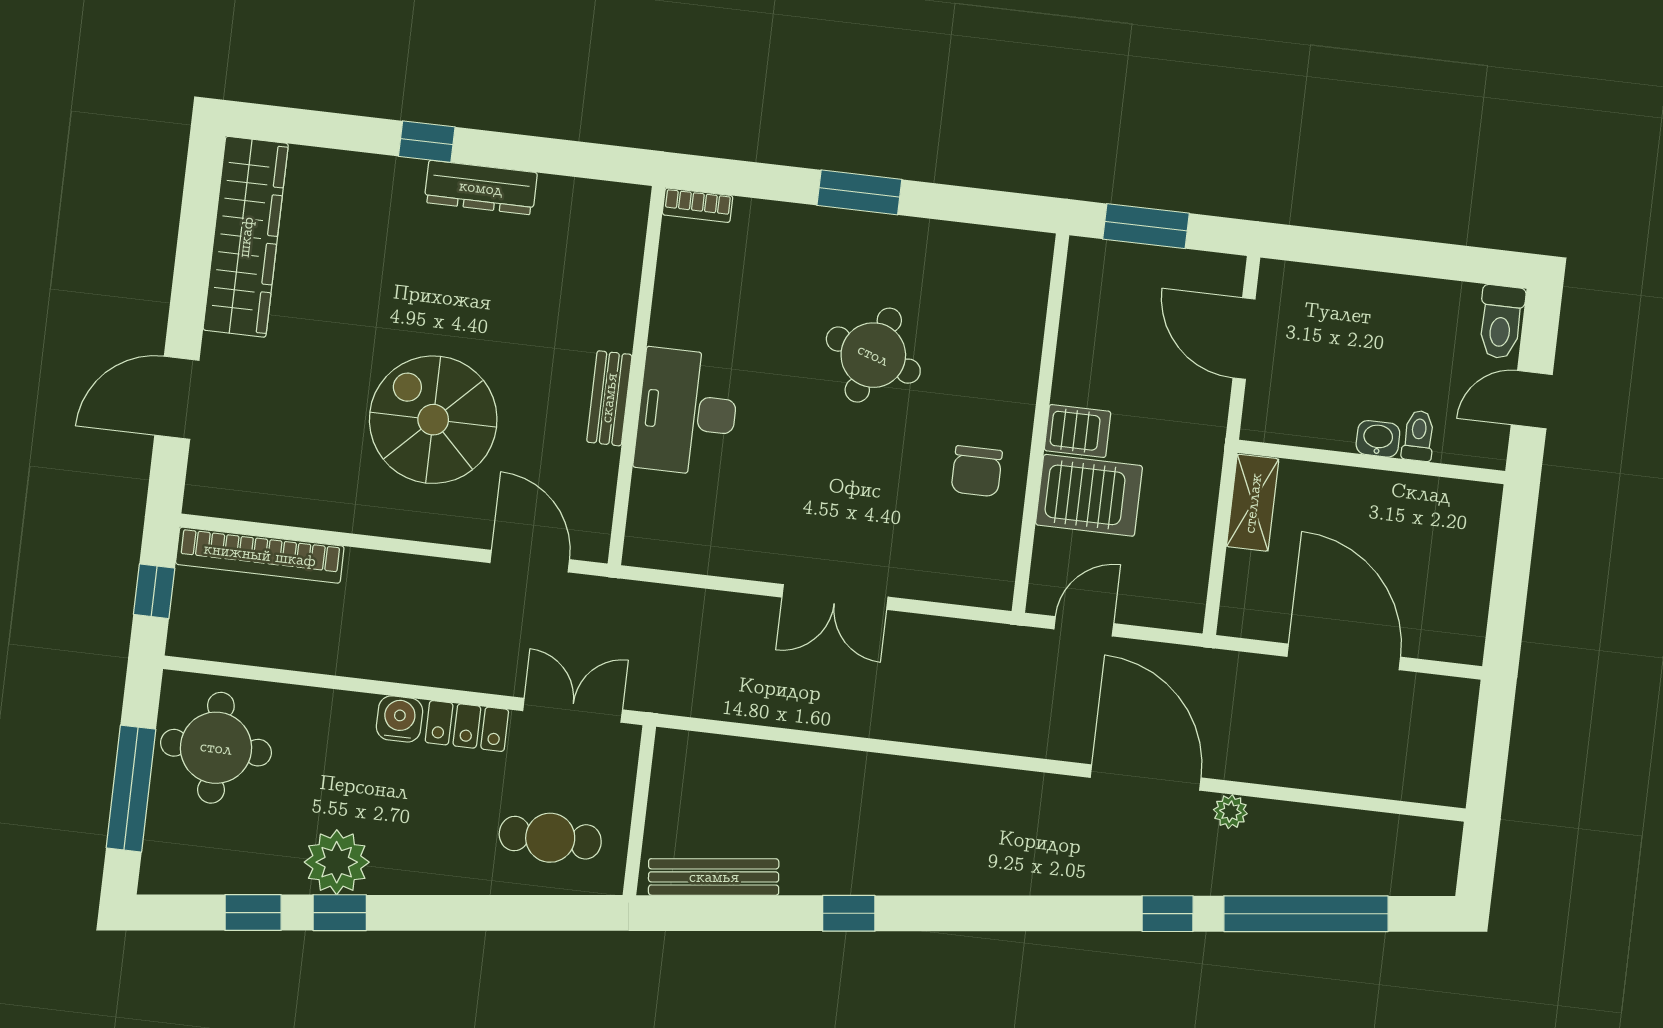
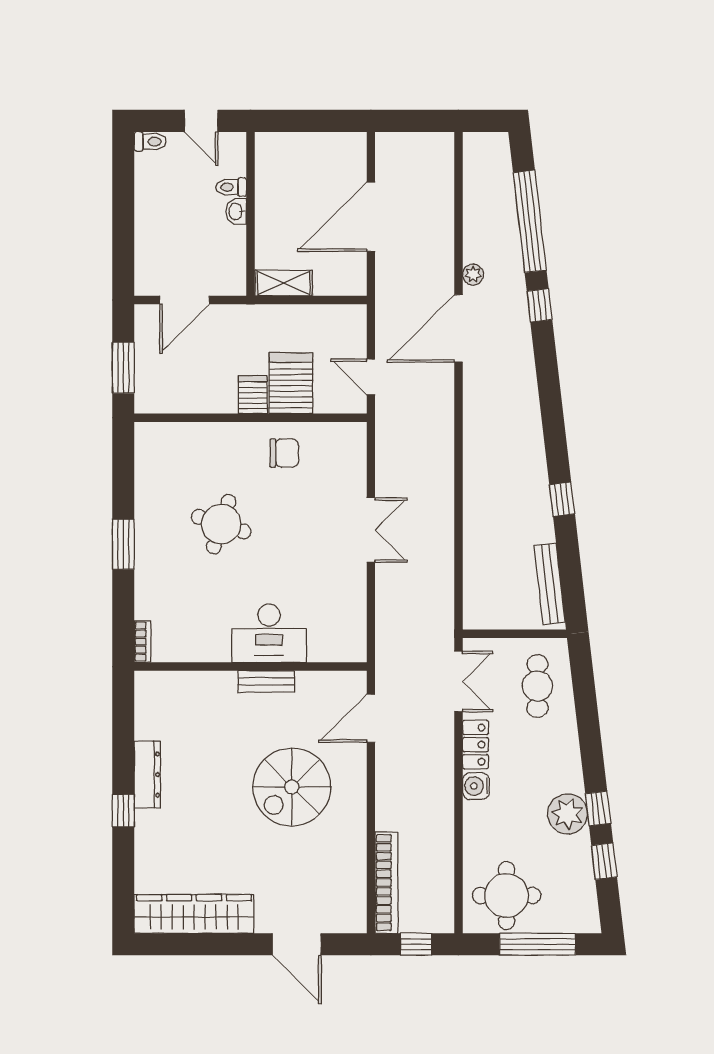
toilet: (1501, 322) -> (150, 142), width x0.73, depth x0.72
double door: (573, 710) -> (458, 682), swing flipped

